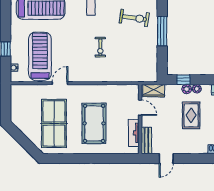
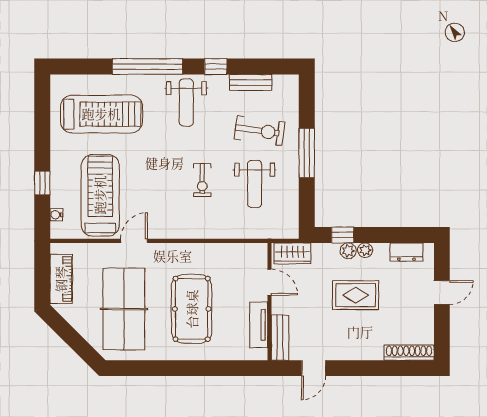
weight bench: (131, 50) -> (255, 184), added
piano: (17, 106) -> (61, 279), added
rug: (191, 115) -> (356, 295), turned 90

